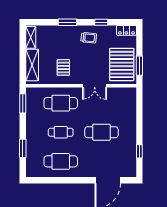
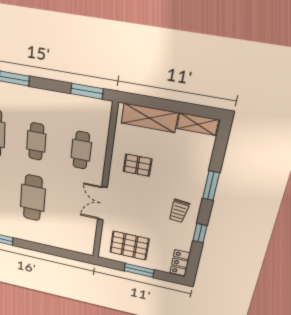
pallet: (122, 64) -> (129, 246), width x0.73, depth x0.71
window: (139, 66) -> (139, 270), moved
cafe table: (61, 103) -> (81, 150), width x0.73, depth x0.74

